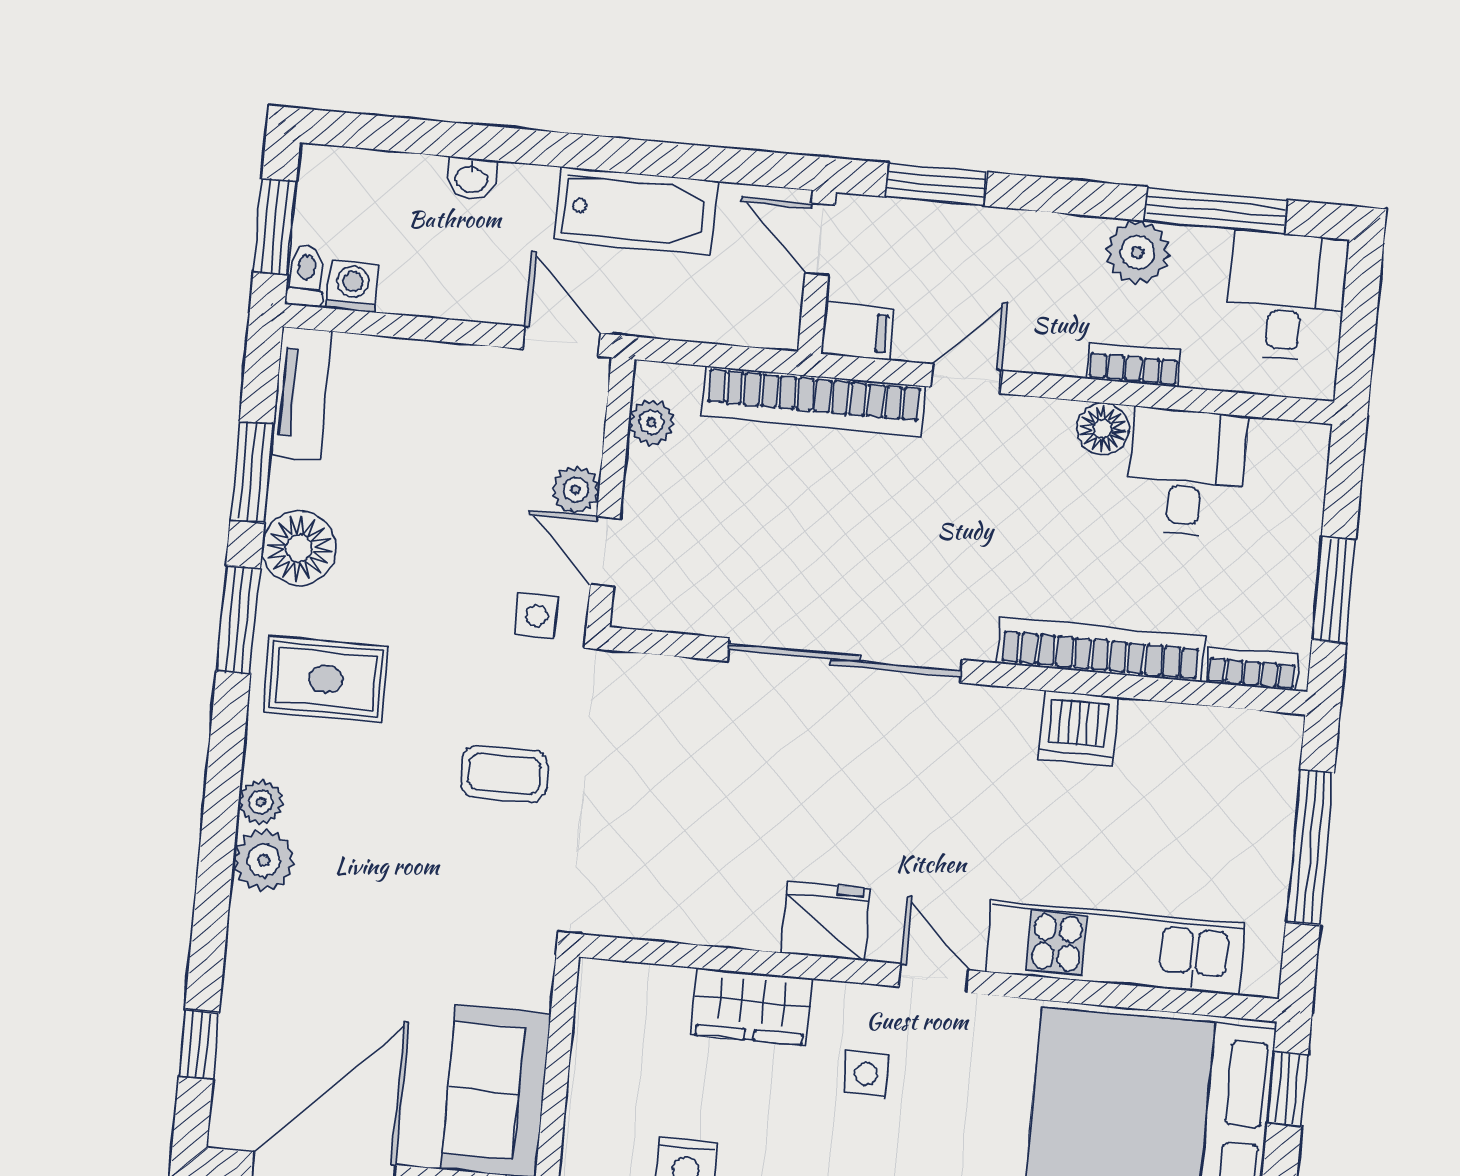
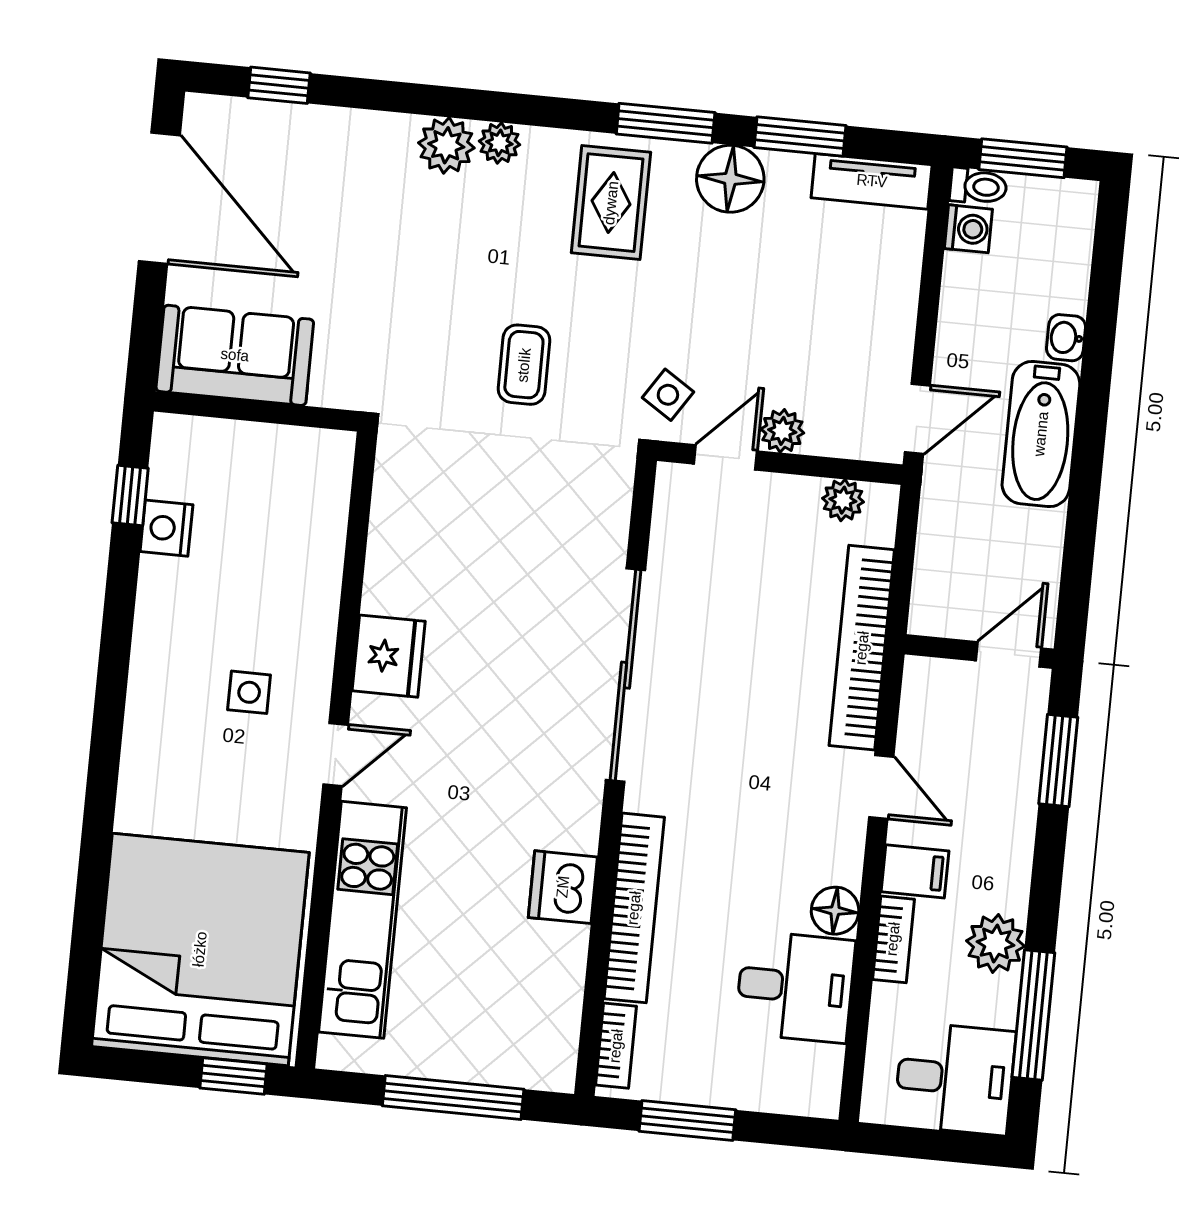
bathtub: (636, 211) -> (1041, 434), moved
filing cabinet: (858, 331) -> (915, 871), moved, turned -90
side table: (537, 615) -> (668, 395), turned 33
wardrobe: (752, 1007) -> (311, 589), removed

